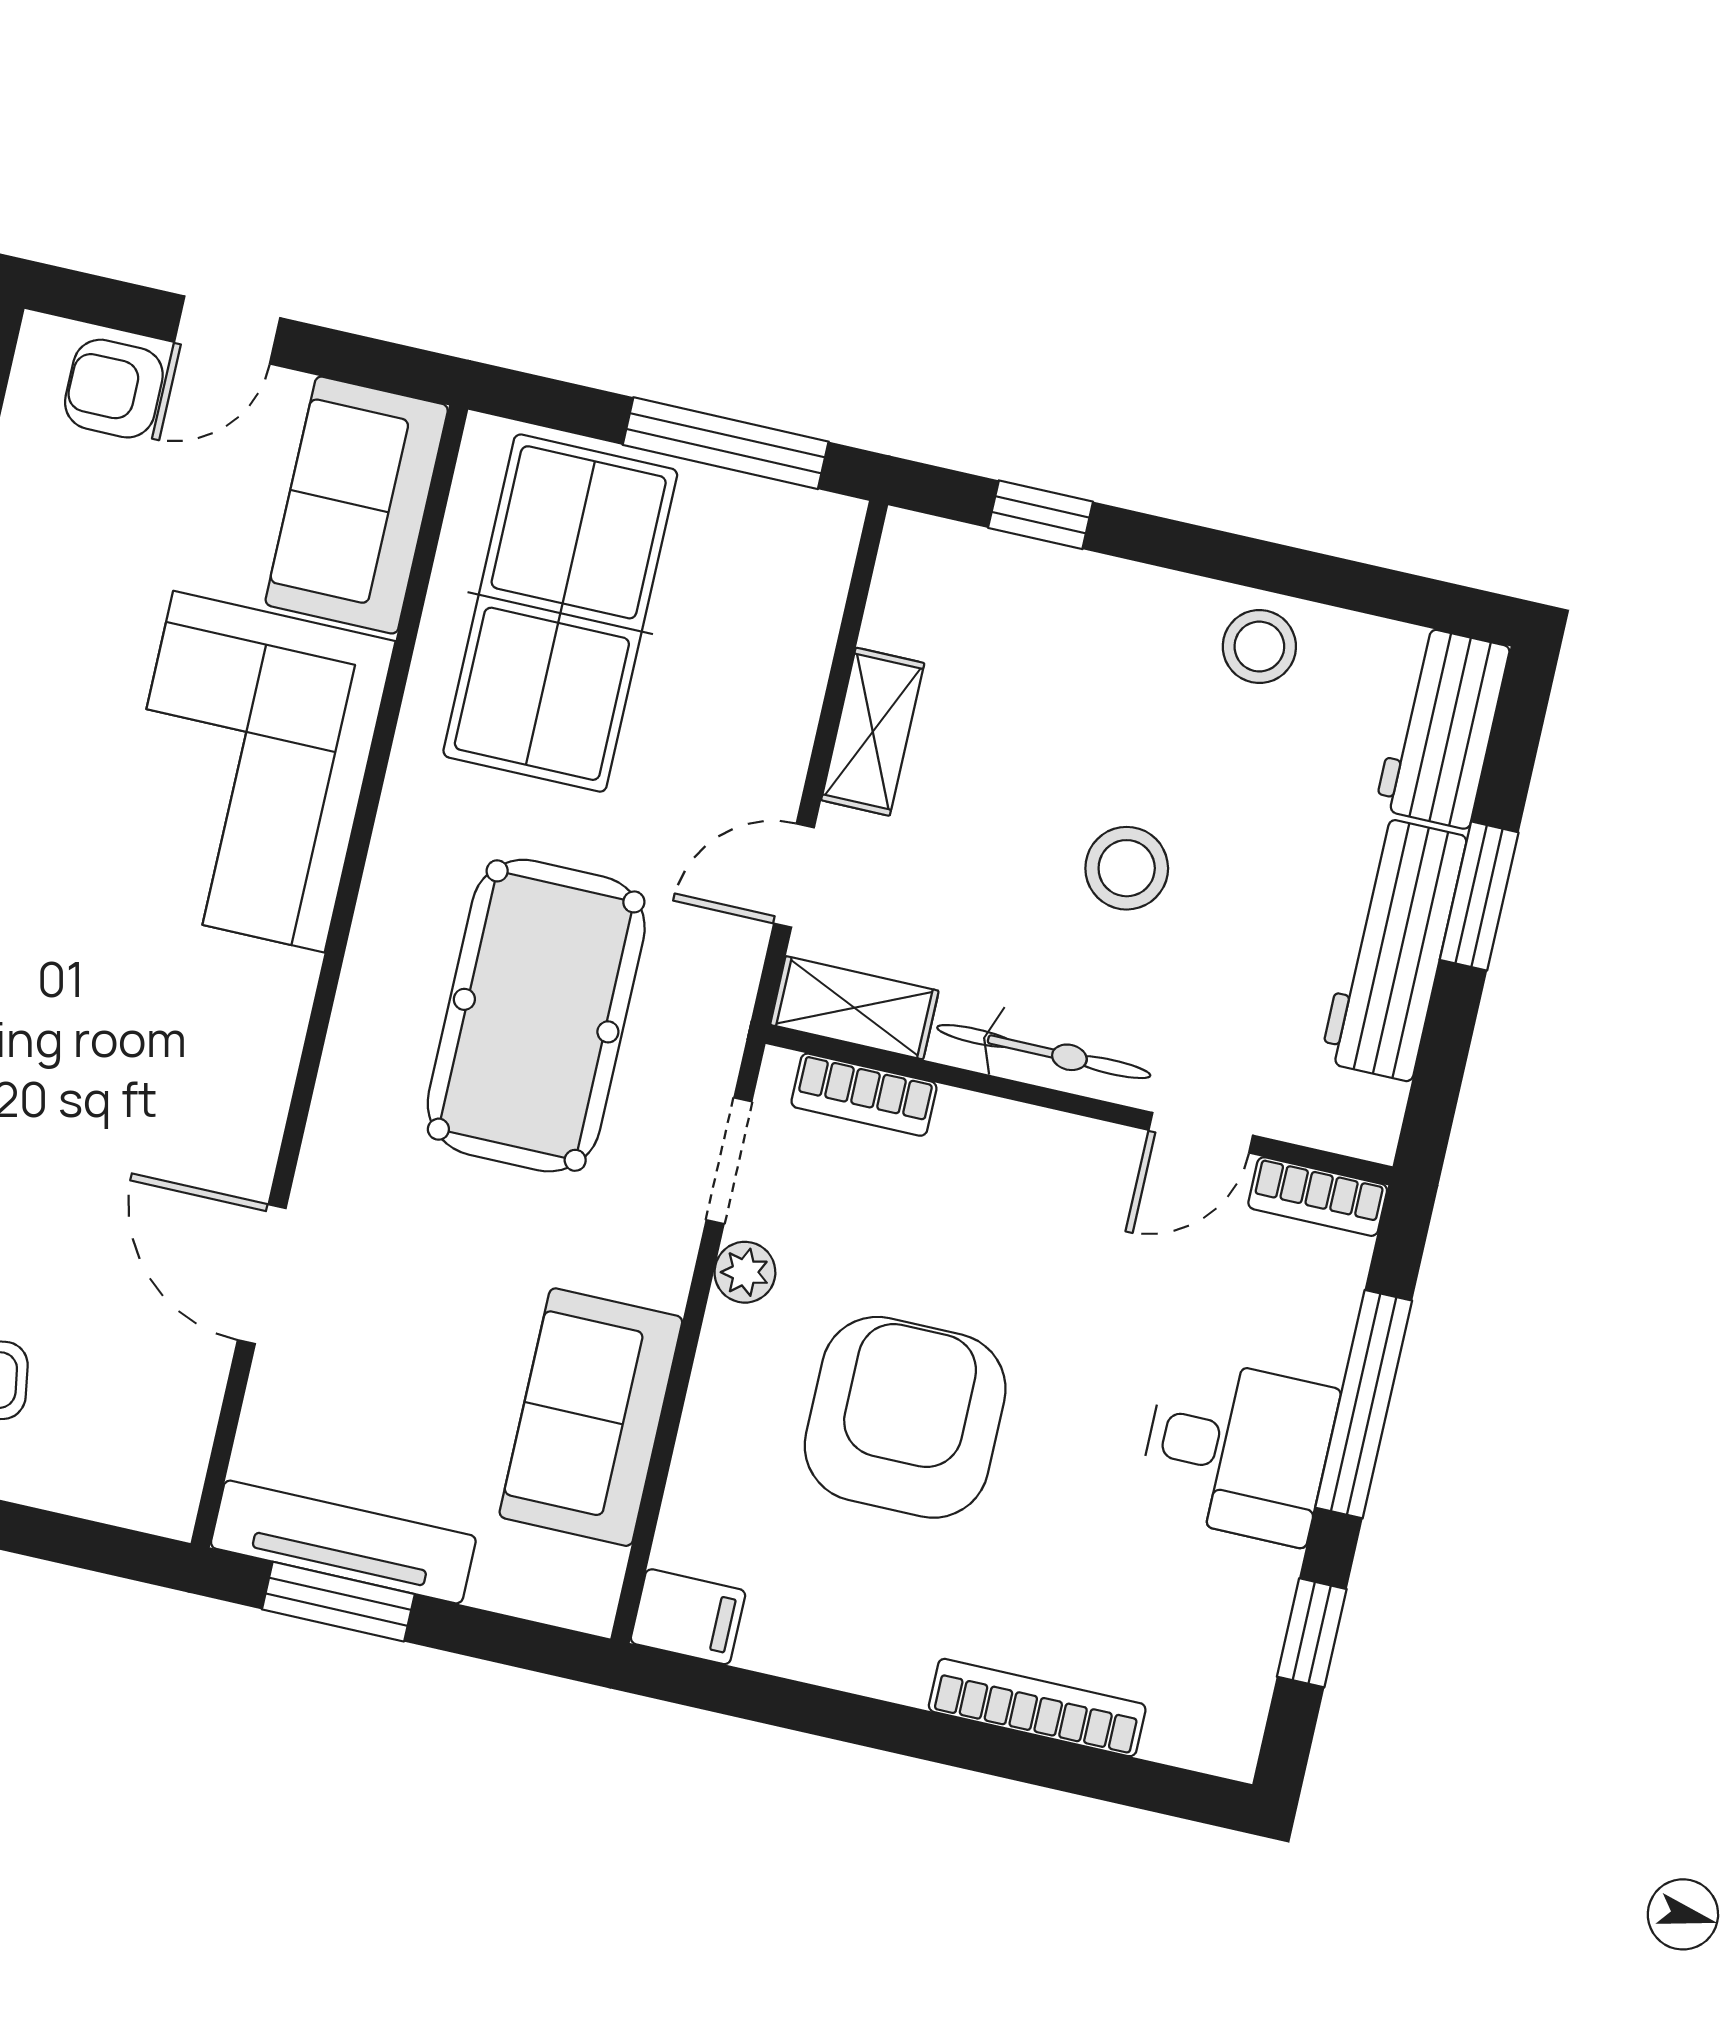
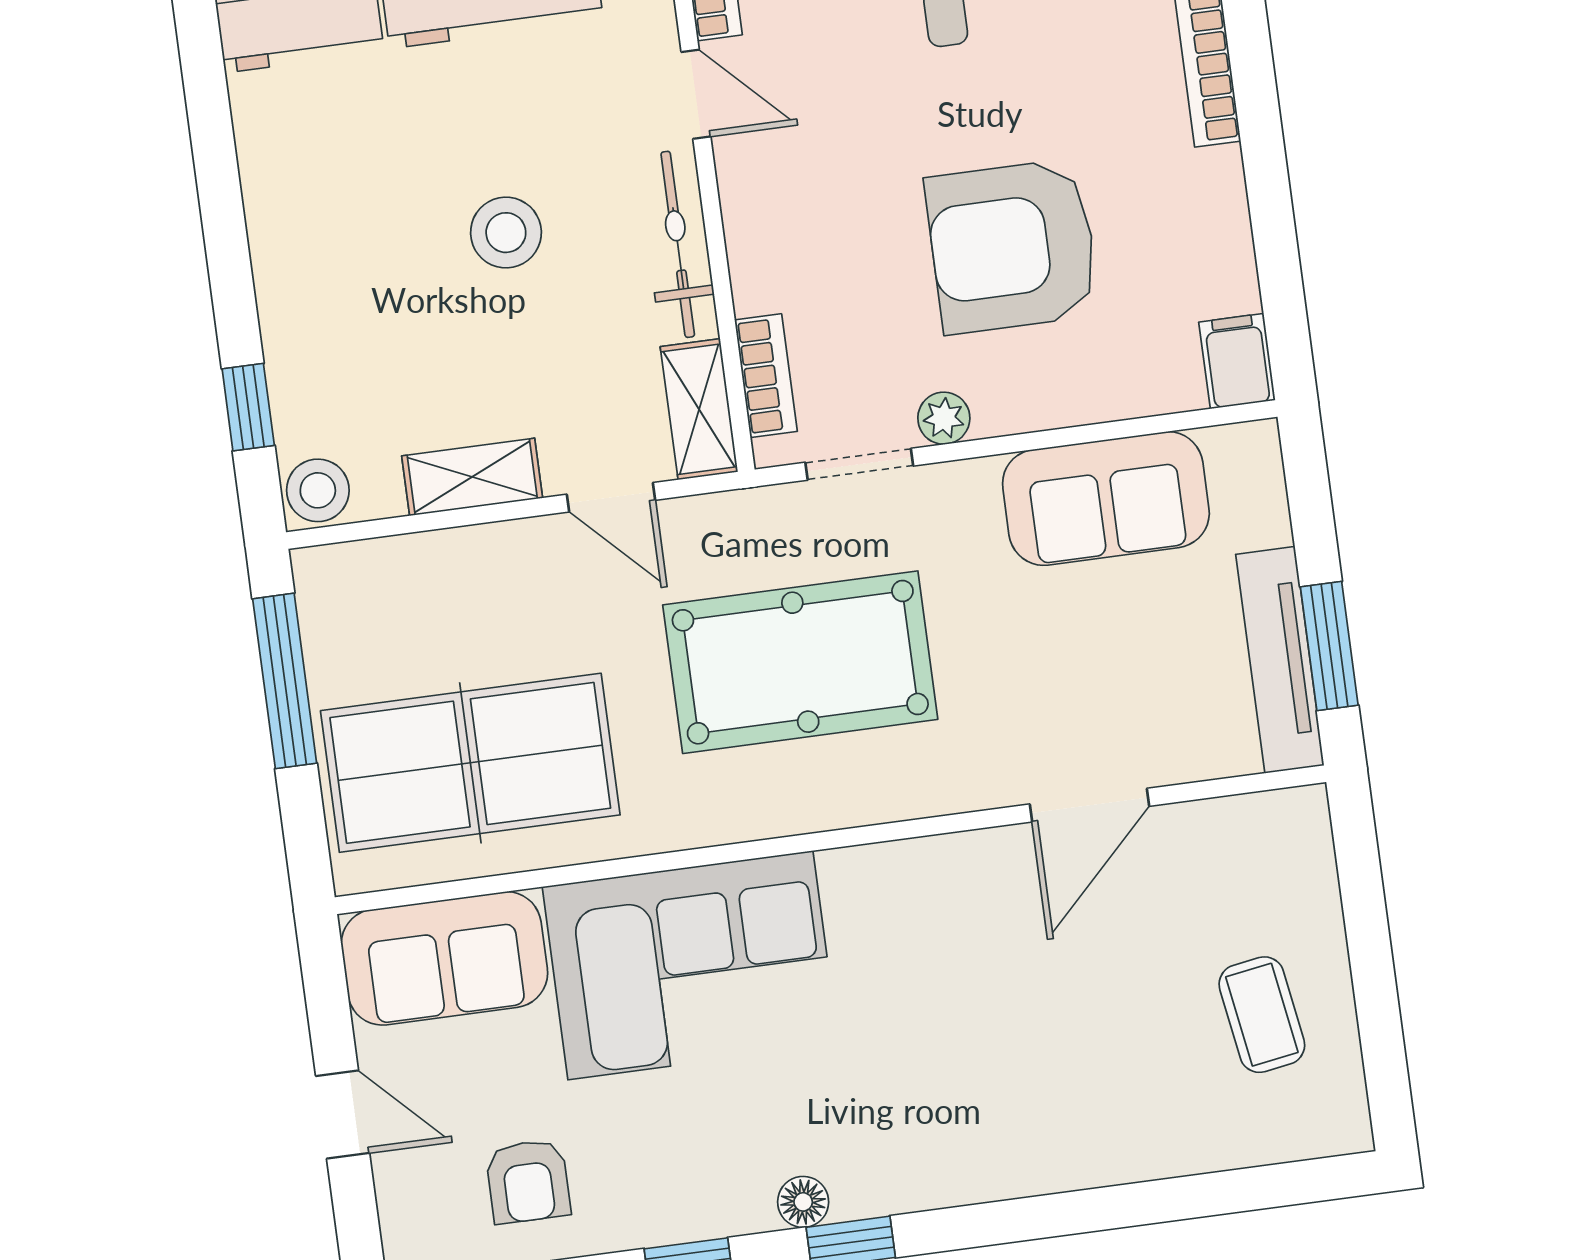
armchair: (114, 389) -> (528, 1181), moved
stool: (1259, 647) -> (318, 490), moved

